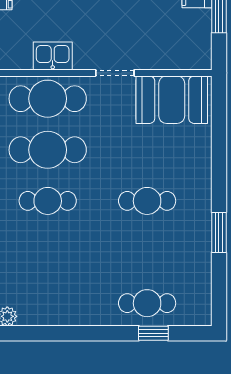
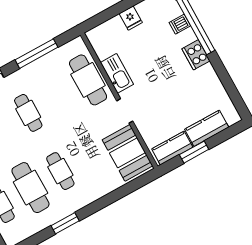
kitchen counter: (198, 38) -> (172, 148), added
kitchen sink: (53, 56) -> (117, 73), width x1.38
cafe table: (48, 150) -> (30, 188), moved

